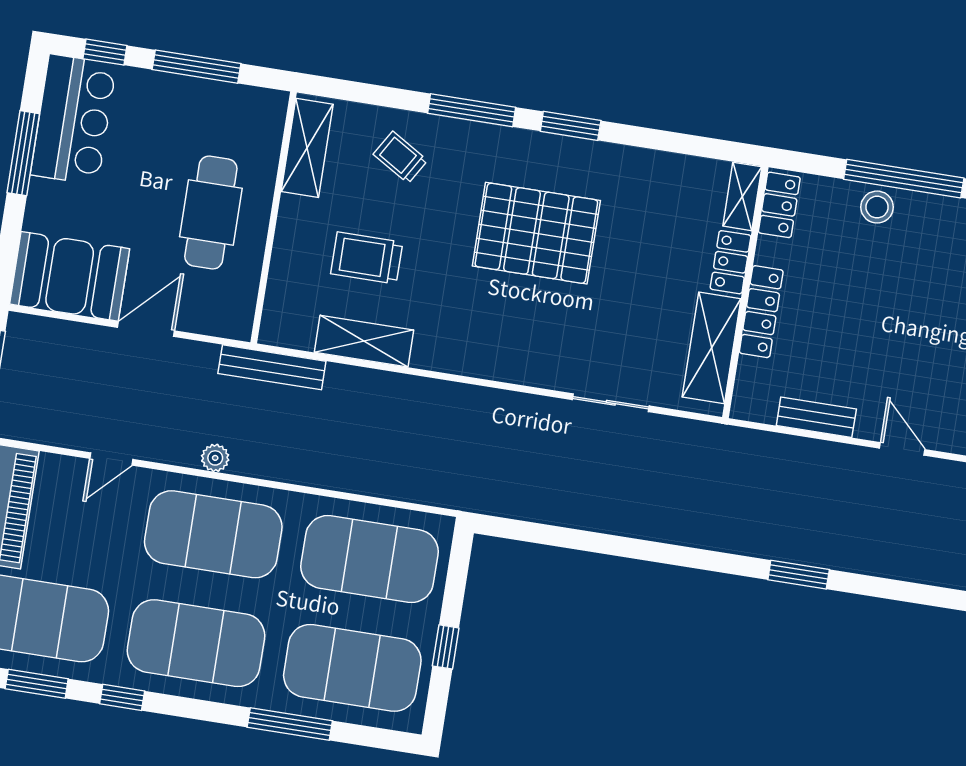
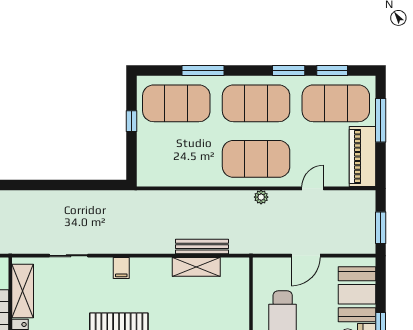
trolley: (367, 258) -> (201, 308), removed
booth: (70, 276) -> (357, 294), moved, turned 90
filing cabinet: (511, 362) -> (121, 268), added
bench: (272, 367) -> (202, 247), moved
exercise mat: (370, 559) -> (176, 159), removed
window: (122, 697) -> (289, 71), width x1.50

